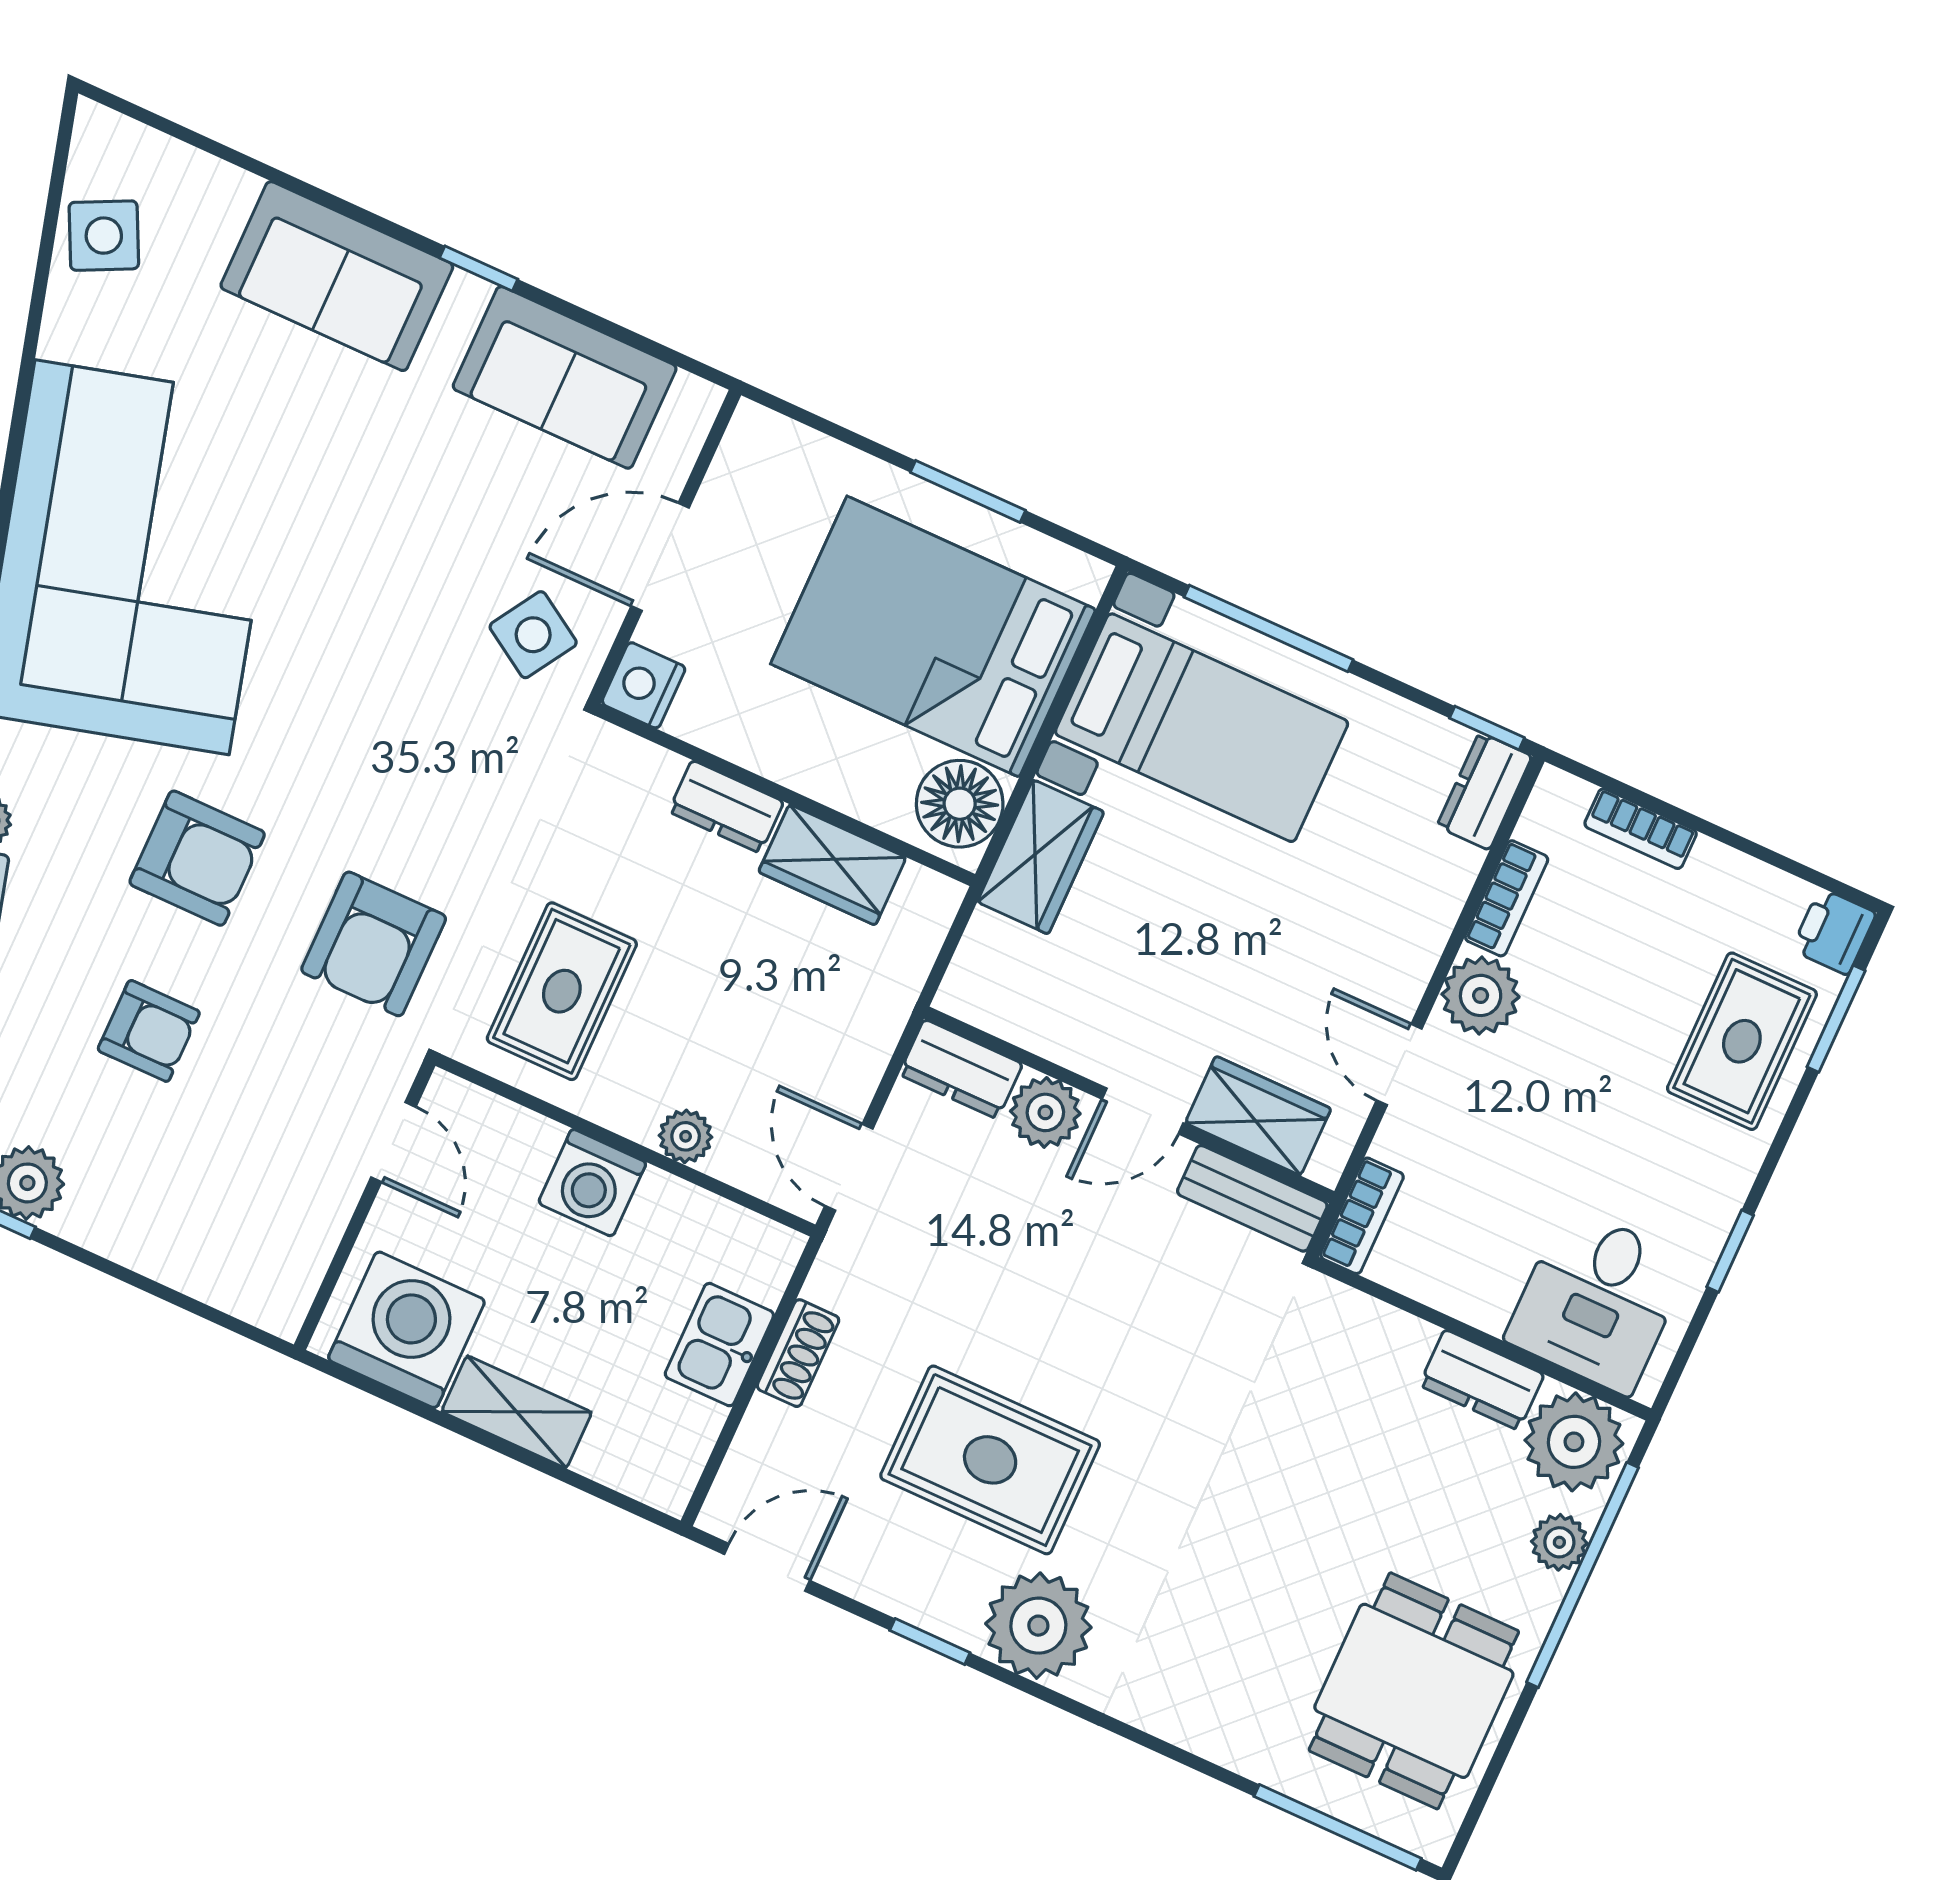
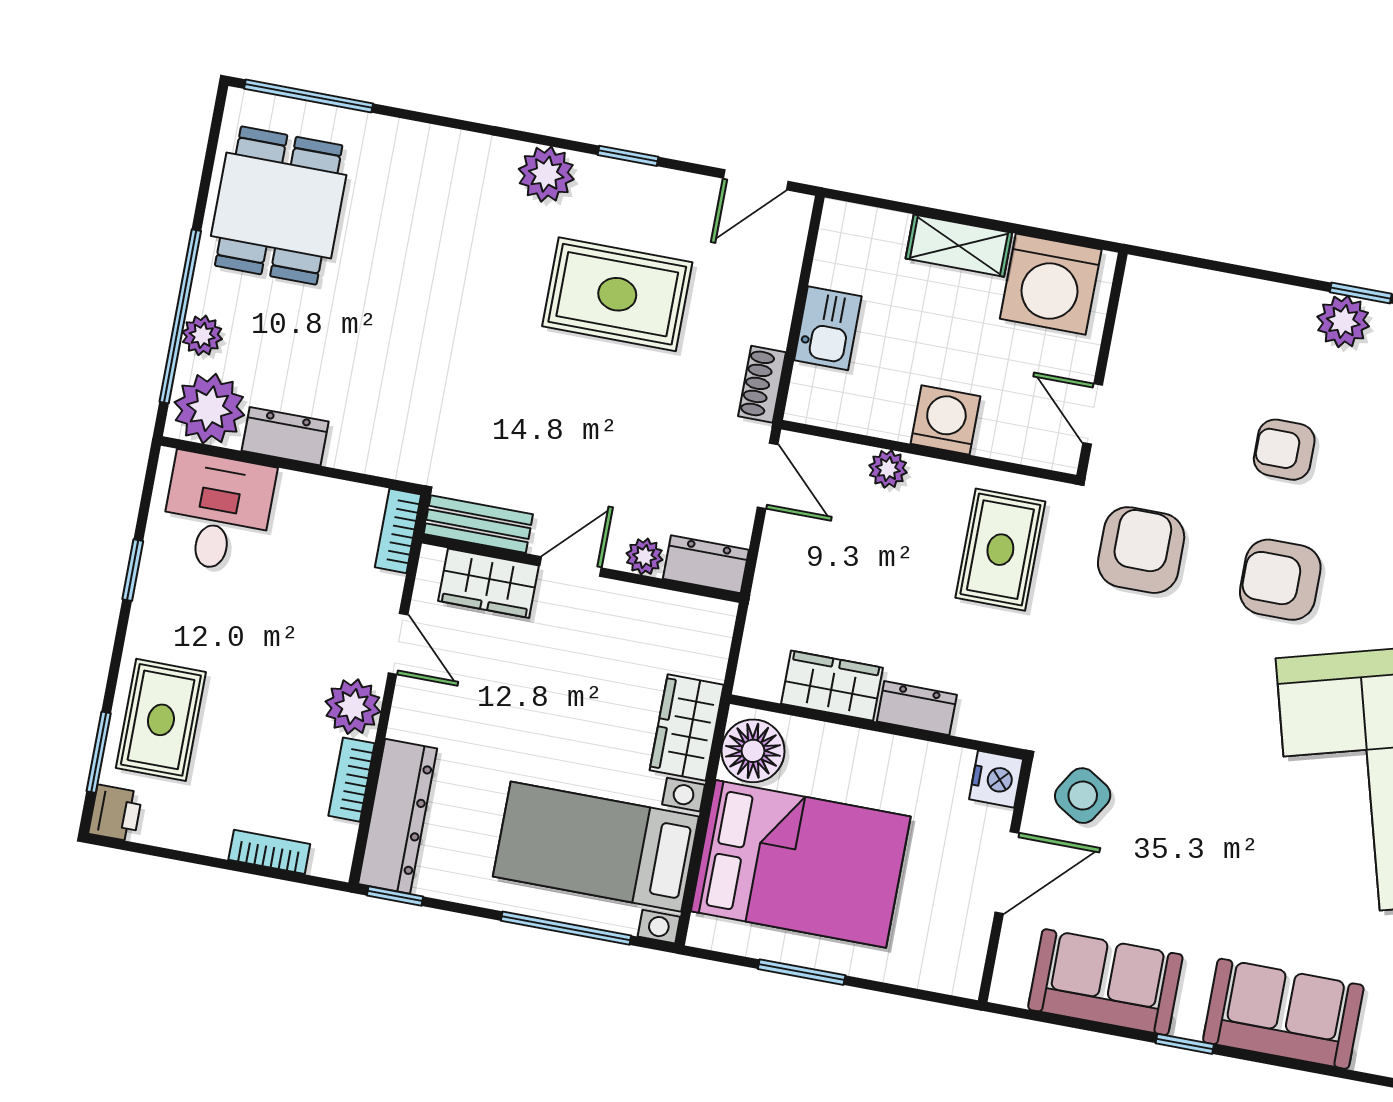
dresser: (1484, 791) -> (398, 816), width x1.96, depth x1.24
plant: (1045, 1112) -> (644, 557), width x0.73, depth x0.73
shoe rack: (798, 1353) -> (762, 384), moved
plant: (1038, 1626) -> (546, 174), width x0.73, depth x0.73

